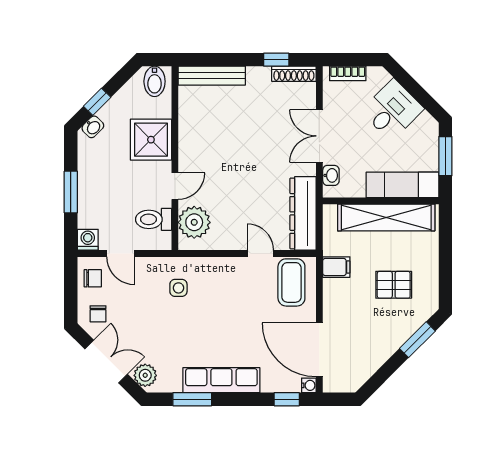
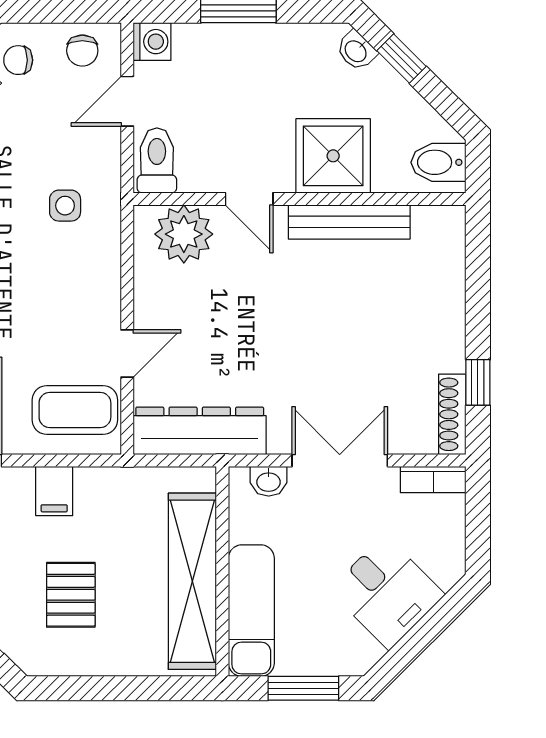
bookcase: (348, 73) -> (433, 480), moved, turned -90
bench: (212, 76) -> (349, 222), moved, turned 90
toilet: (154, 219) -> (157, 161), moved
filing cabinet: (336, 267) -> (54, 491), moved

